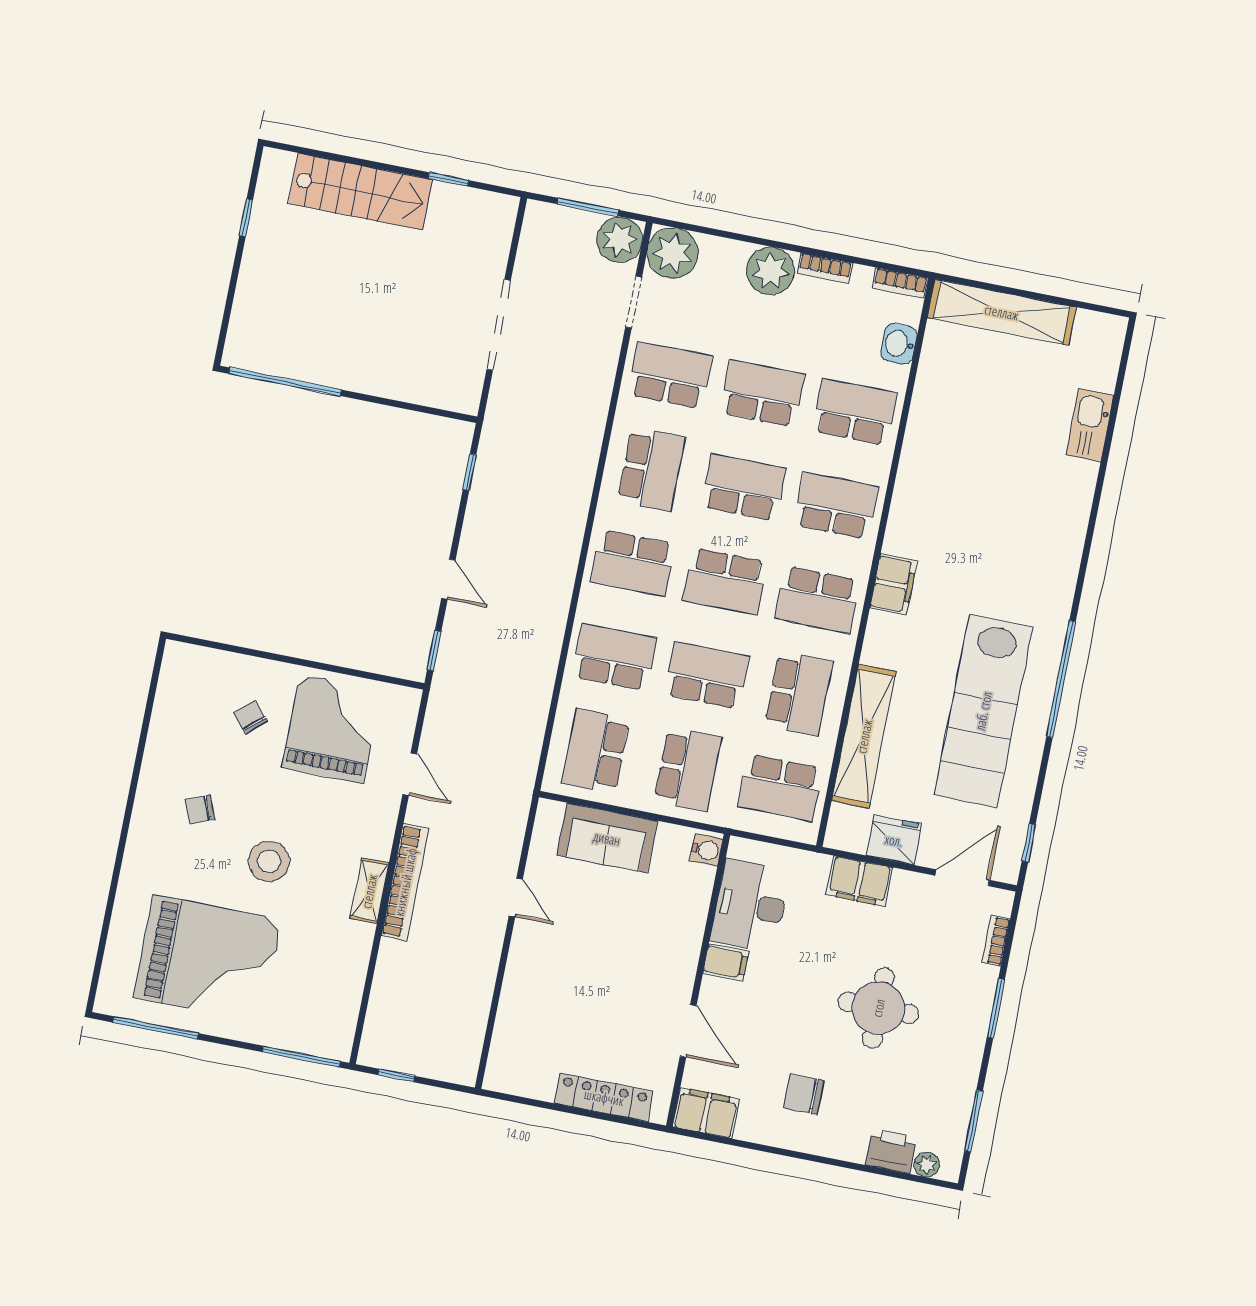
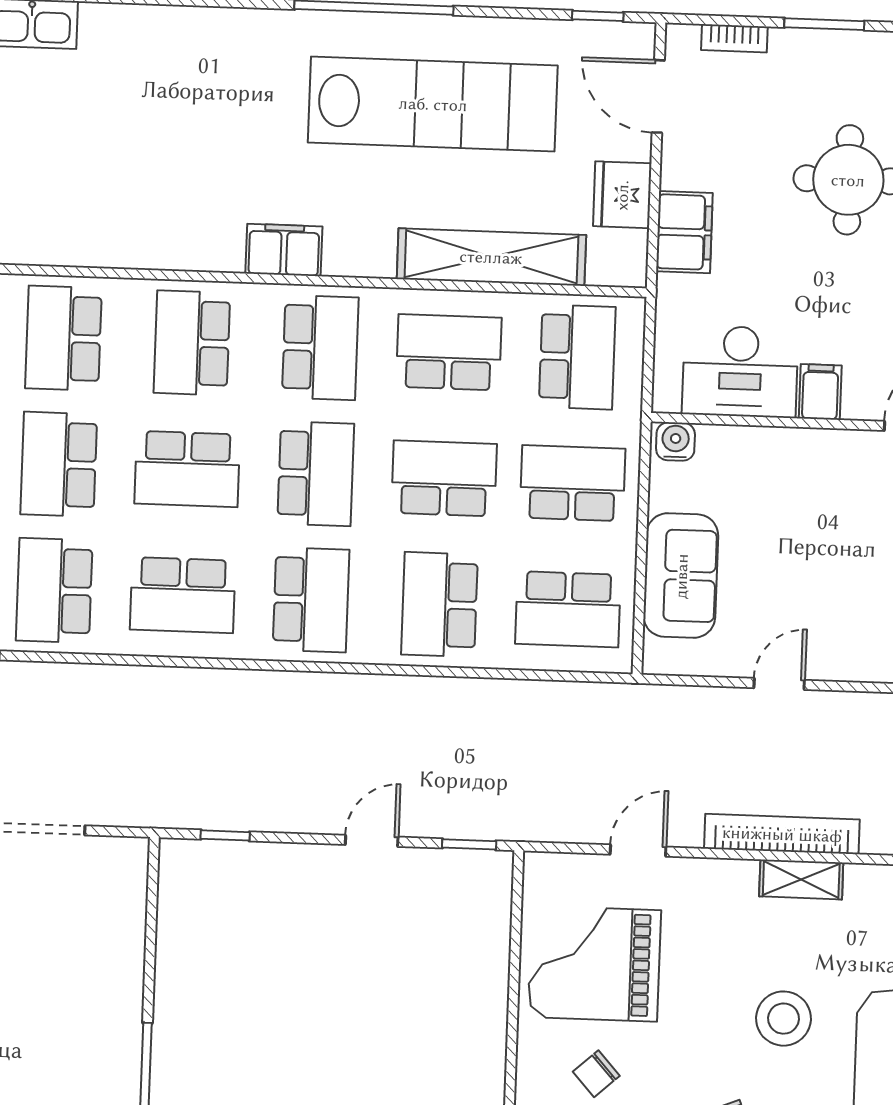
school desk: (651, 469) -> (183, 595), turned 180
school desk: (744, 487) -> (187, 469), turned -90
school desk: (706, 675) -> (444, 478), turned 90

